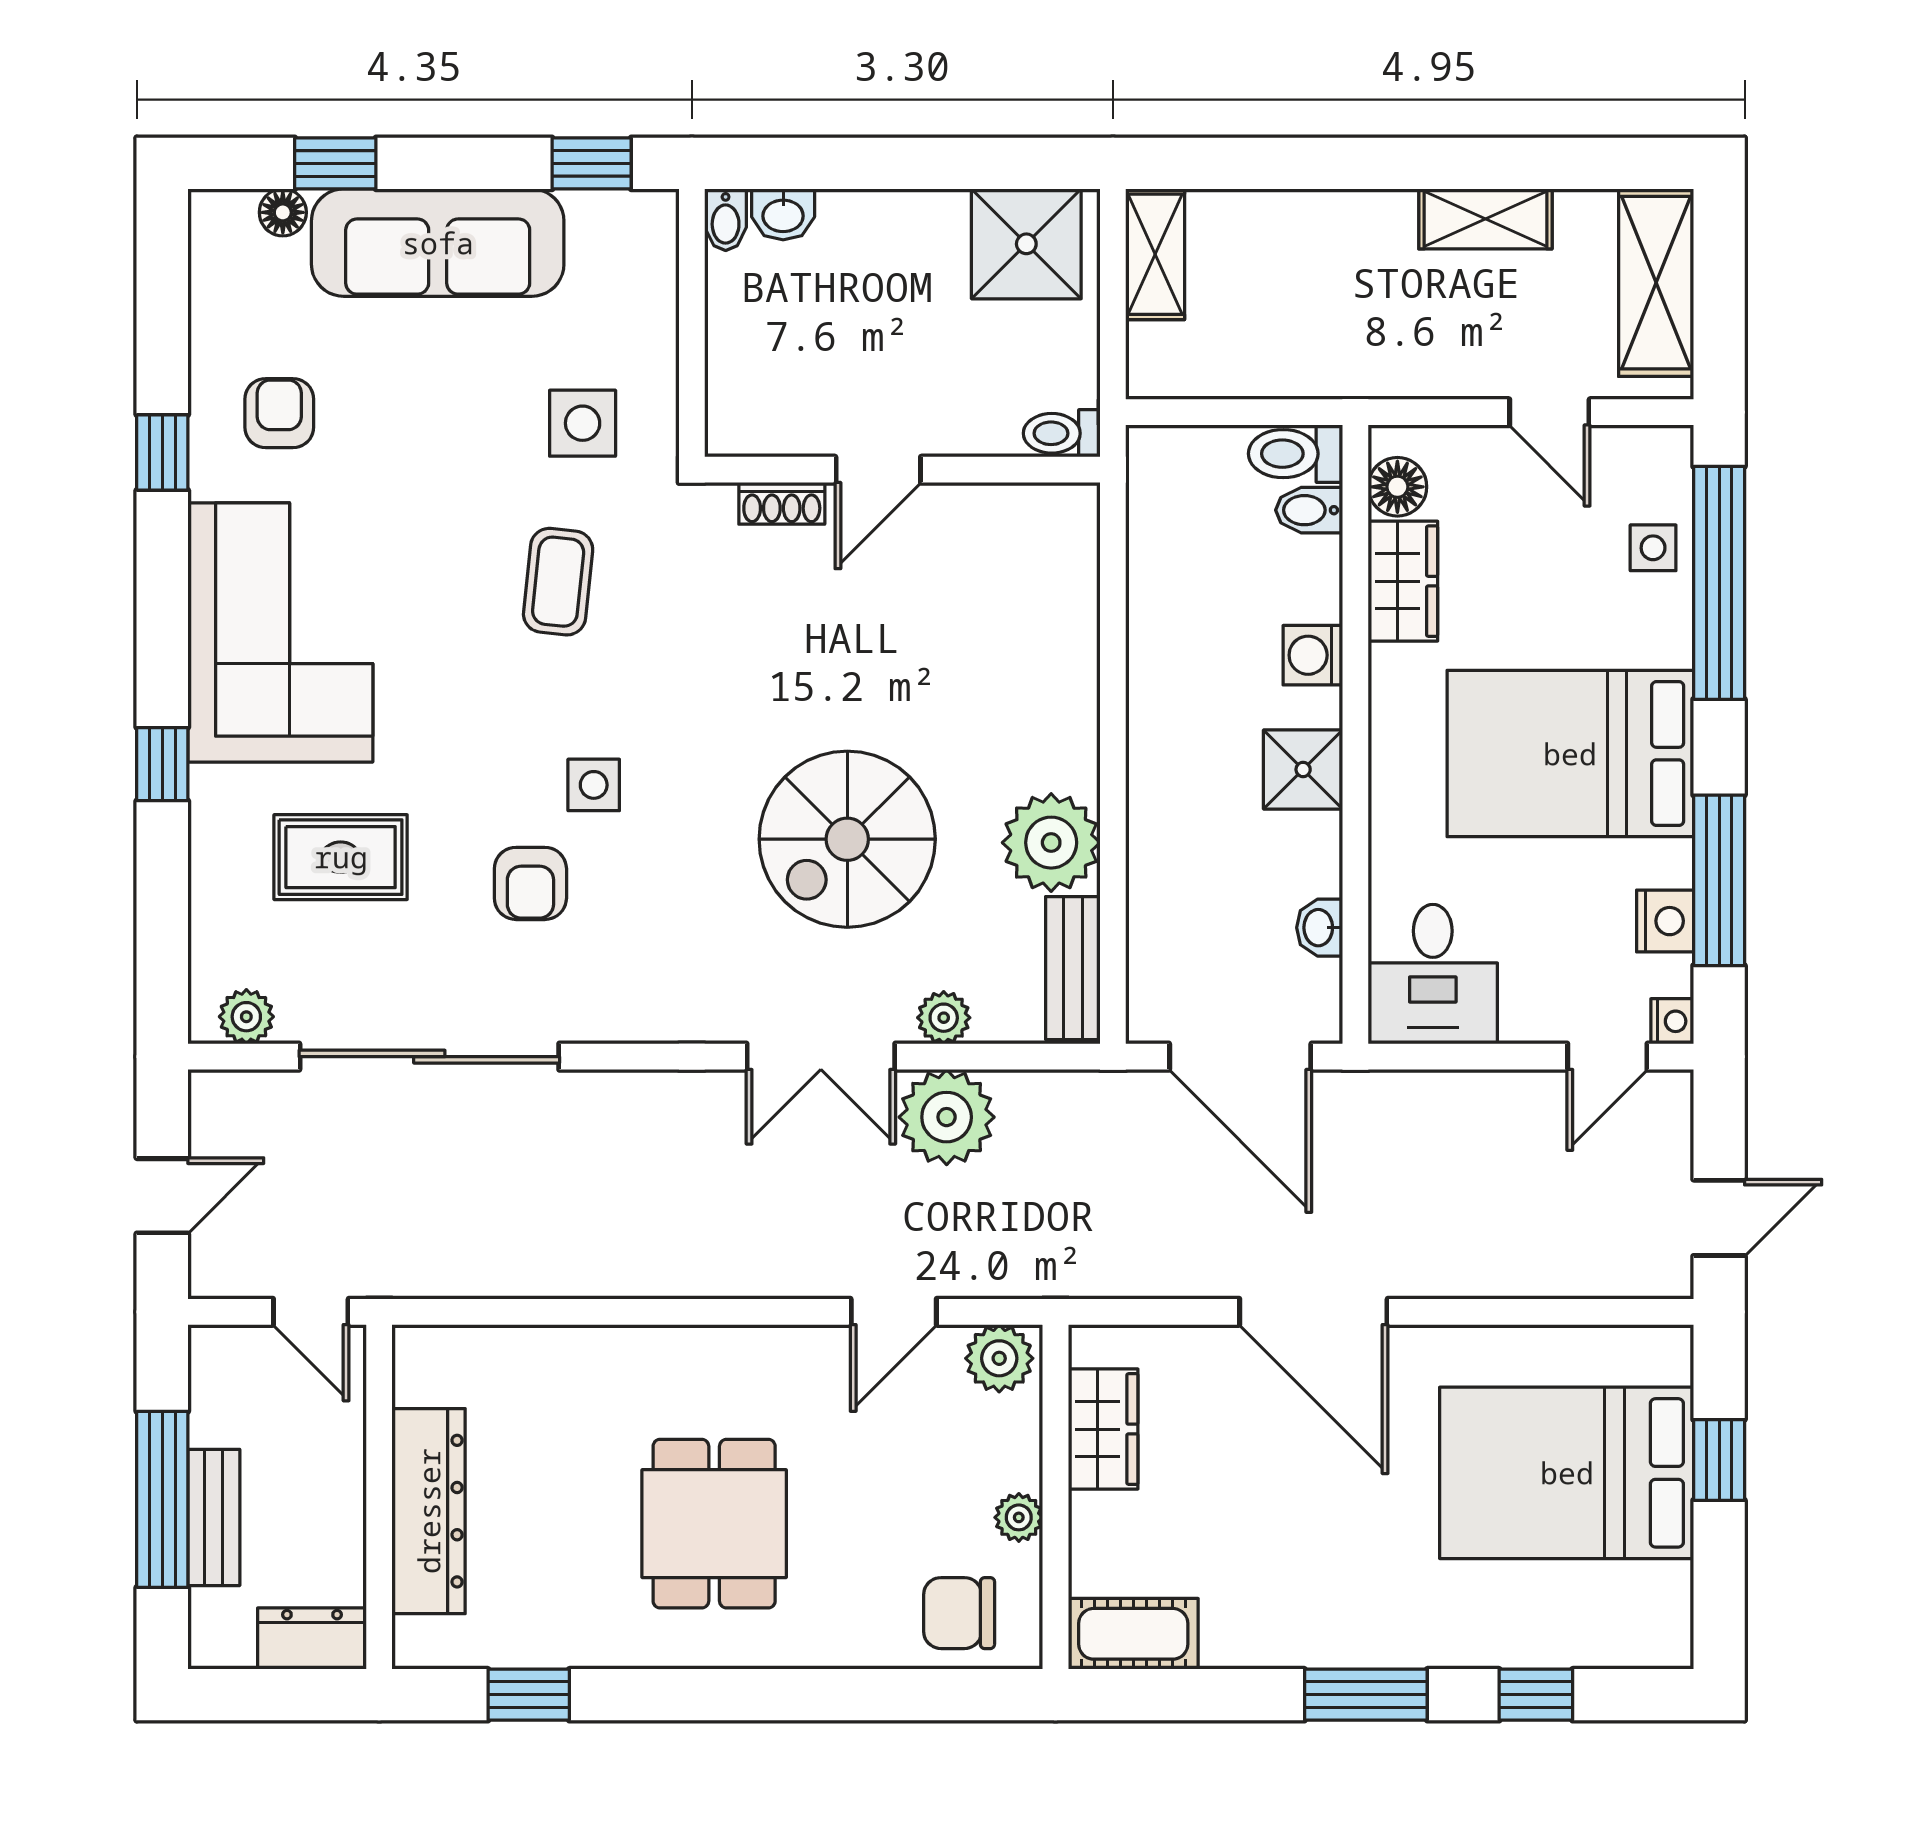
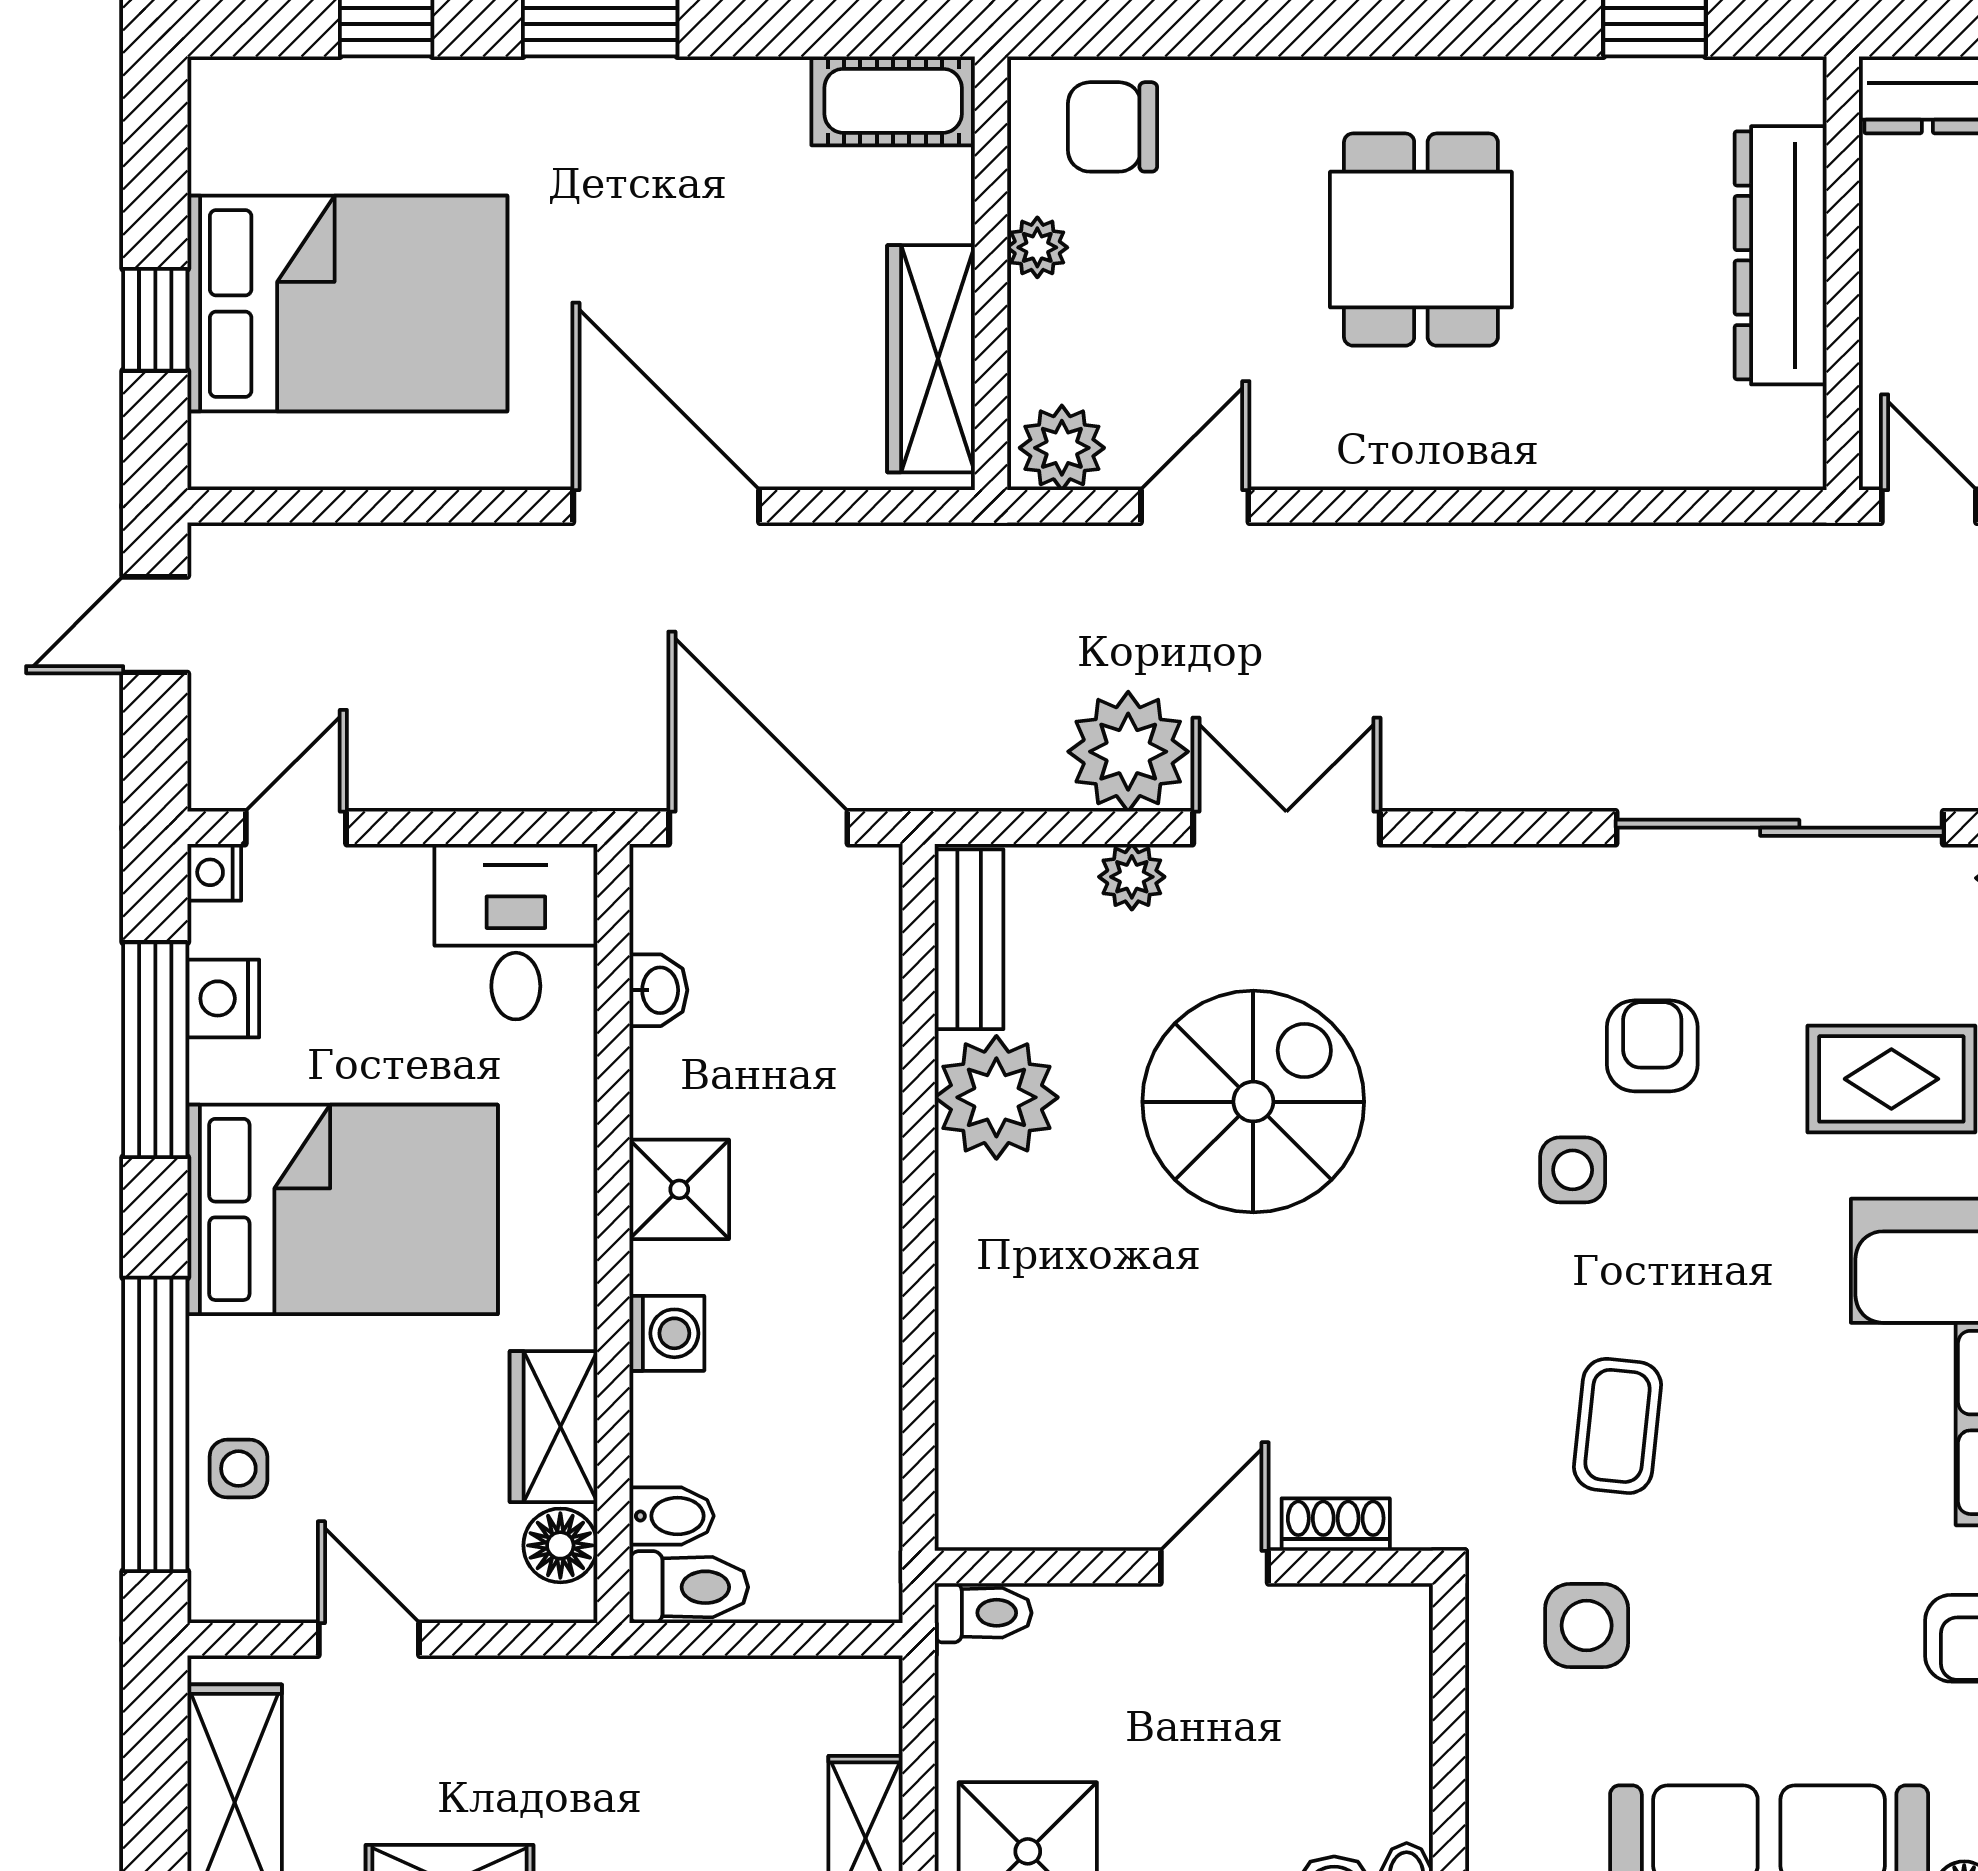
wardrobe: (1103, 1429) -> (931, 359), width x1.50
chair: (959, 1613) -> (1112, 127), turned 180

